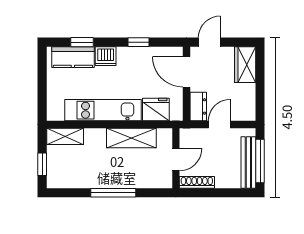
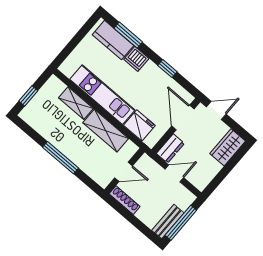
window: (82, 42) -> (128, 35), width x1.50
shelving: (65, 136) -> (76, 103), moved
bench: (248, 162) -> (168, 222), width x0.73

